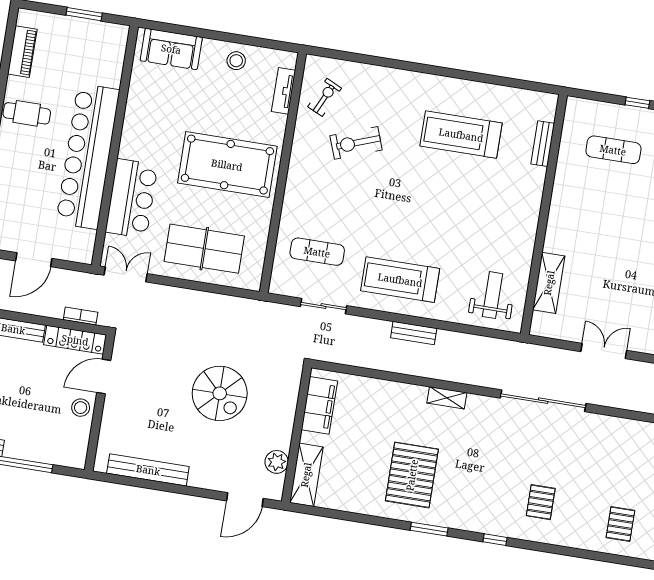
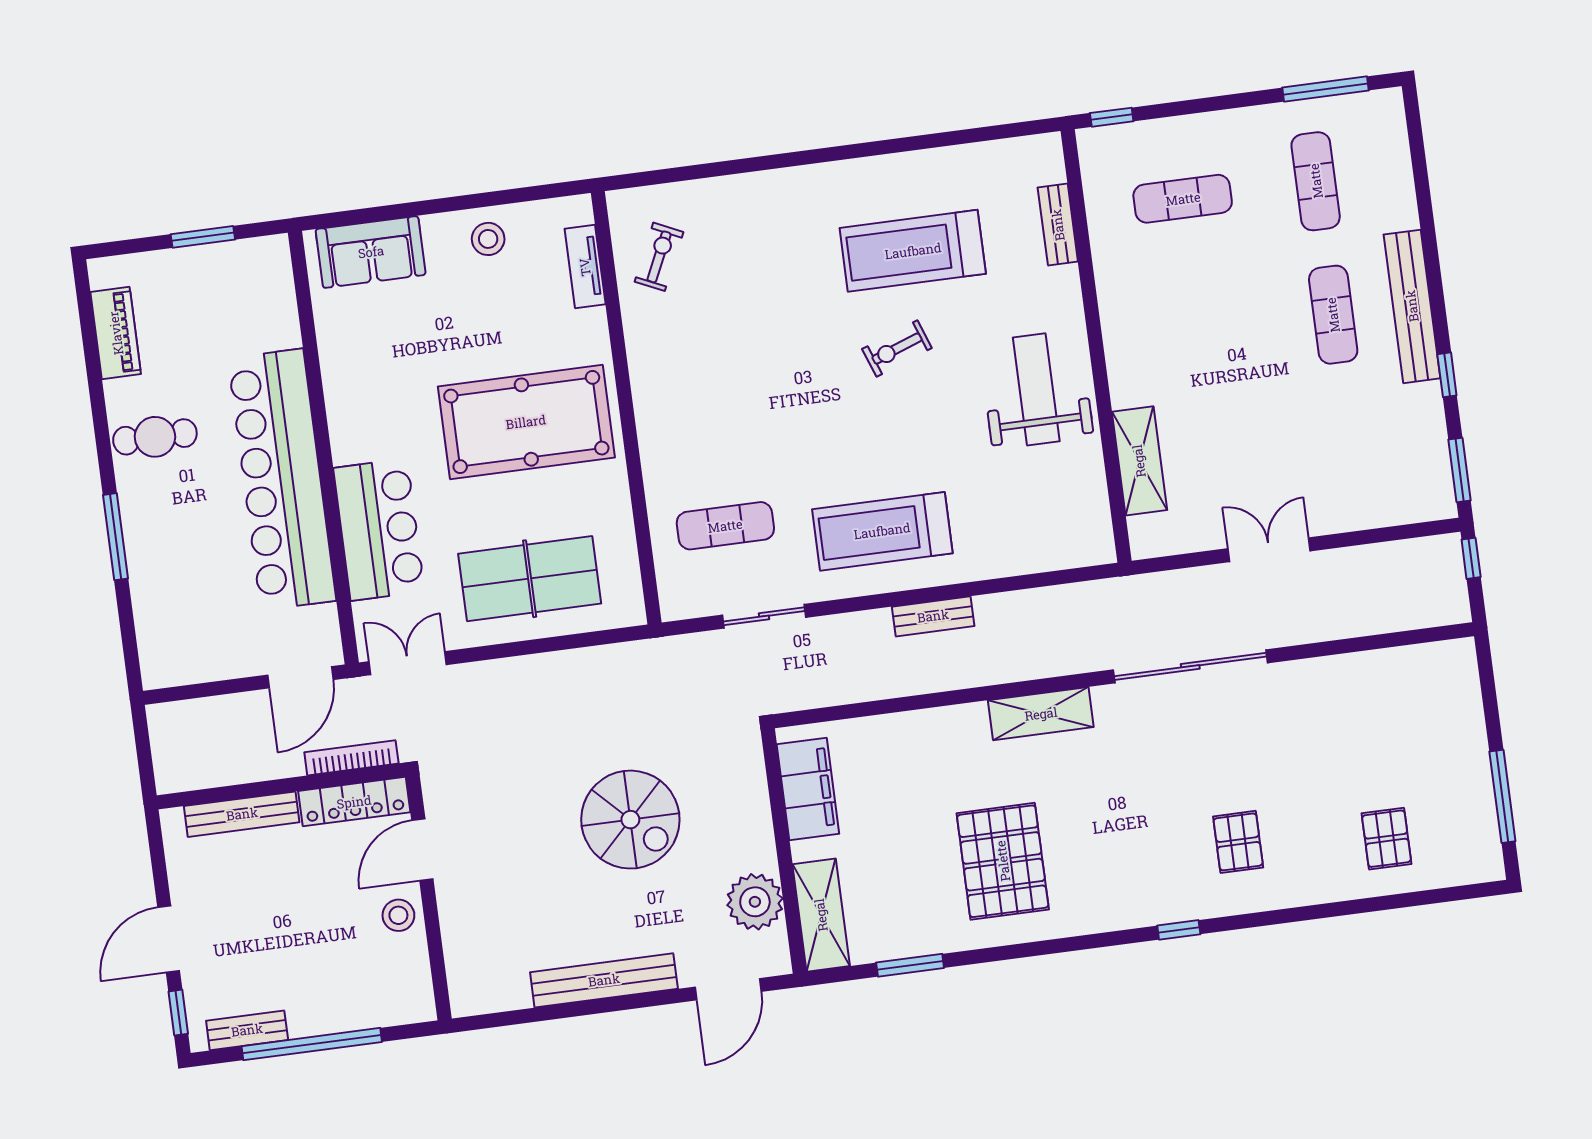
window: (637, 103) -> (1112, 117), moved
exercise bike: (356, 143) -> (897, 349), moved, width x0.73, depth x0.72
door: (34, 260) -> (300, 677), moved
weight bench: (493, 295) -> (1036, 389), moved, width x1.36, depth x1.33
bookcase: (81, 316) -> (351, 758), width x1.56
shelving: (447, 398) -> (1041, 714), width x1.50, depth x1.33
plant: (277, 462) -> (755, 902), width x1.36, depth x1.36
bench: (148, 470) -> (604, 980), moved
window: (429, 529) -> (910, 965), moved

